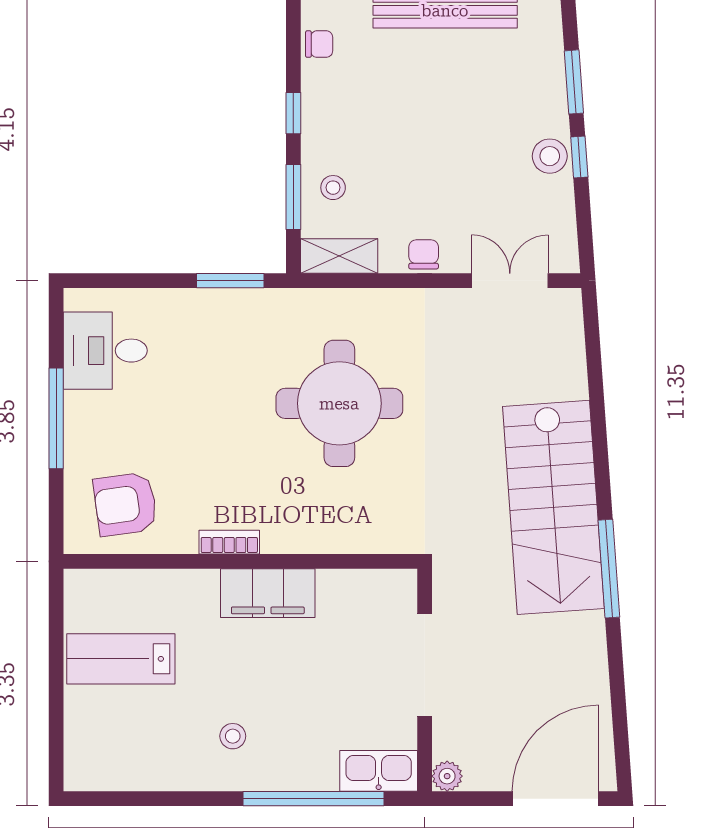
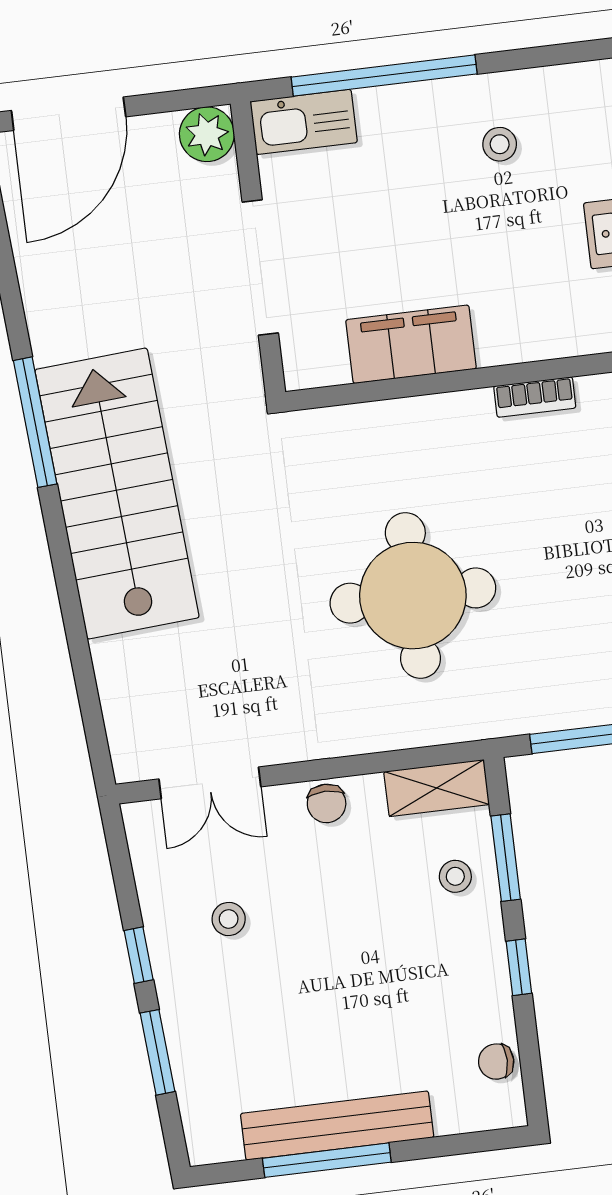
stool: (550, 156) -> (229, 919), moved, width x0.73, depth x0.73
filing cabinet: (268, 593) -> (411, 344), moved
plant: (447, 776) -> (207, 134), width x1.38, depth x1.38

